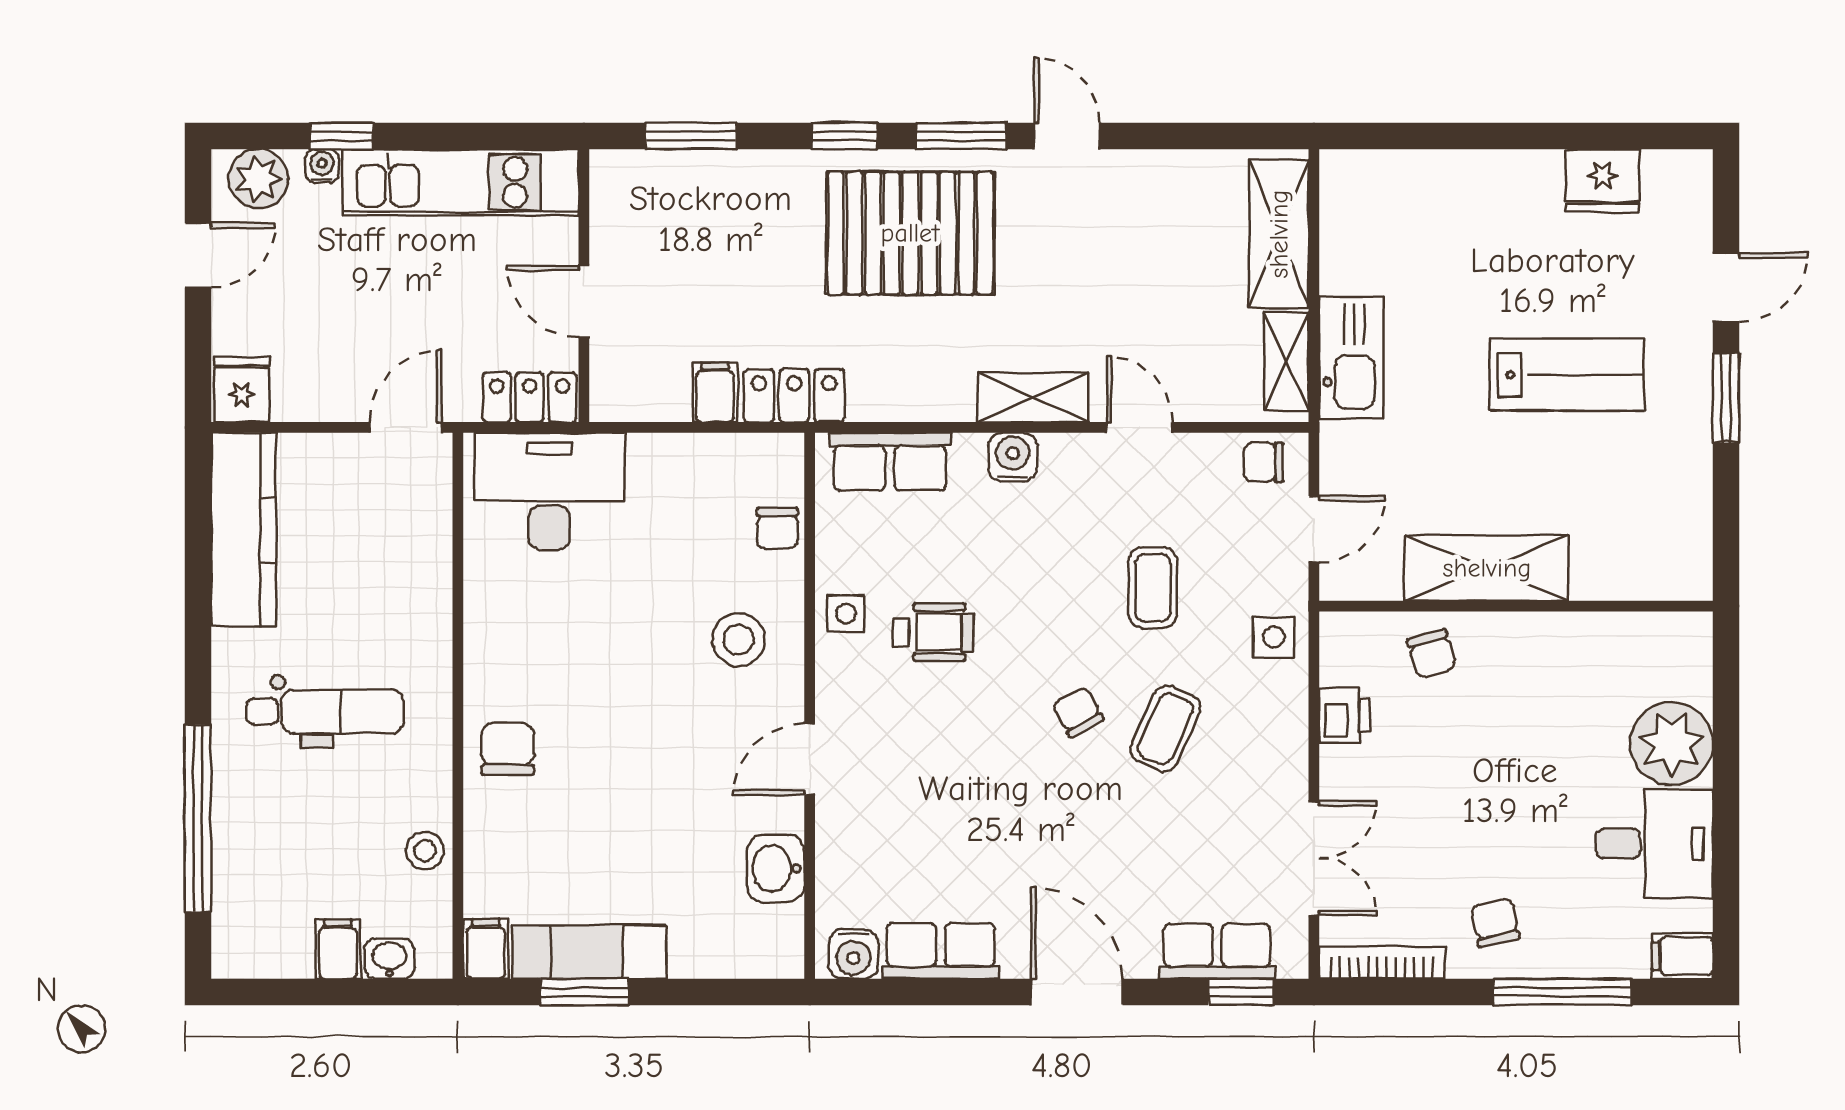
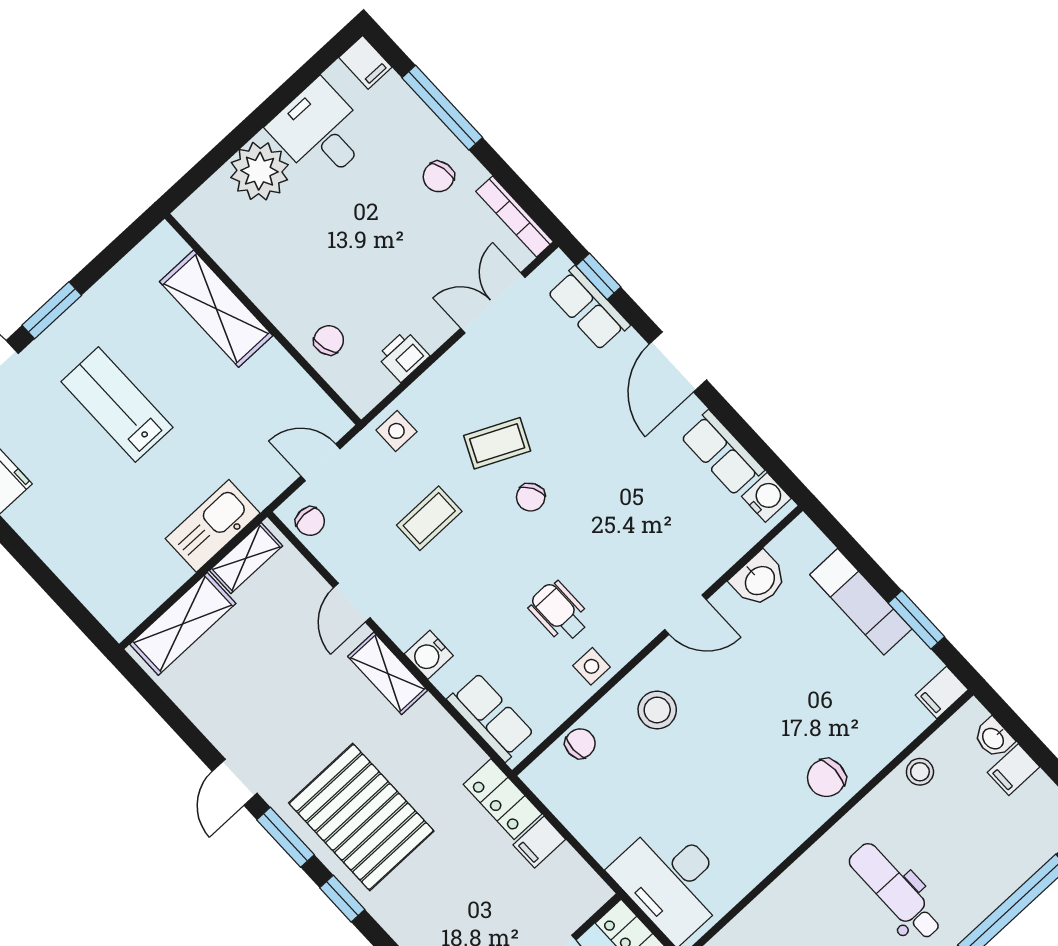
shelving: (1487, 568) -> (216, 309), moved
exam couch: (589, 952) -> (861, 602), moved

